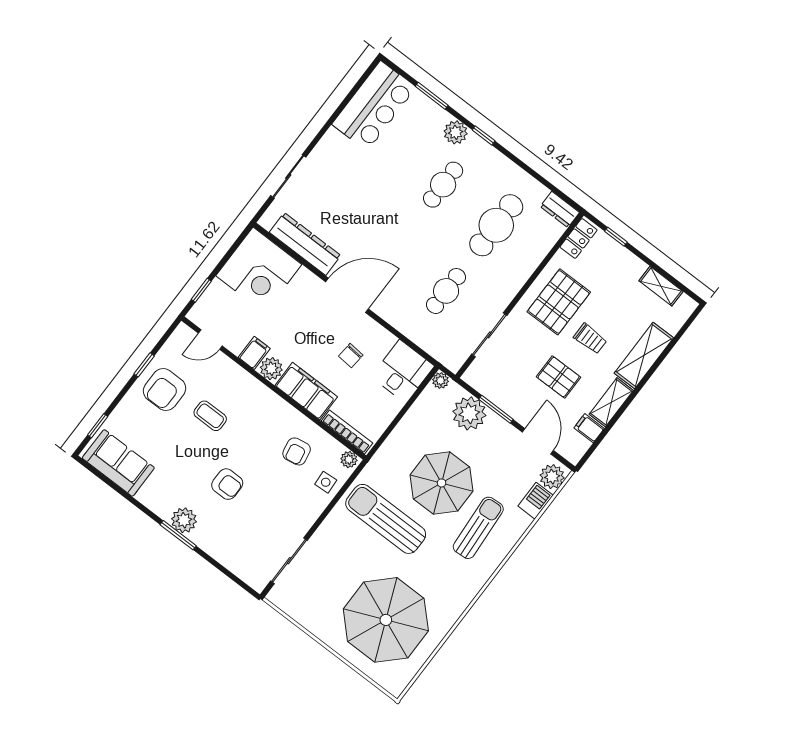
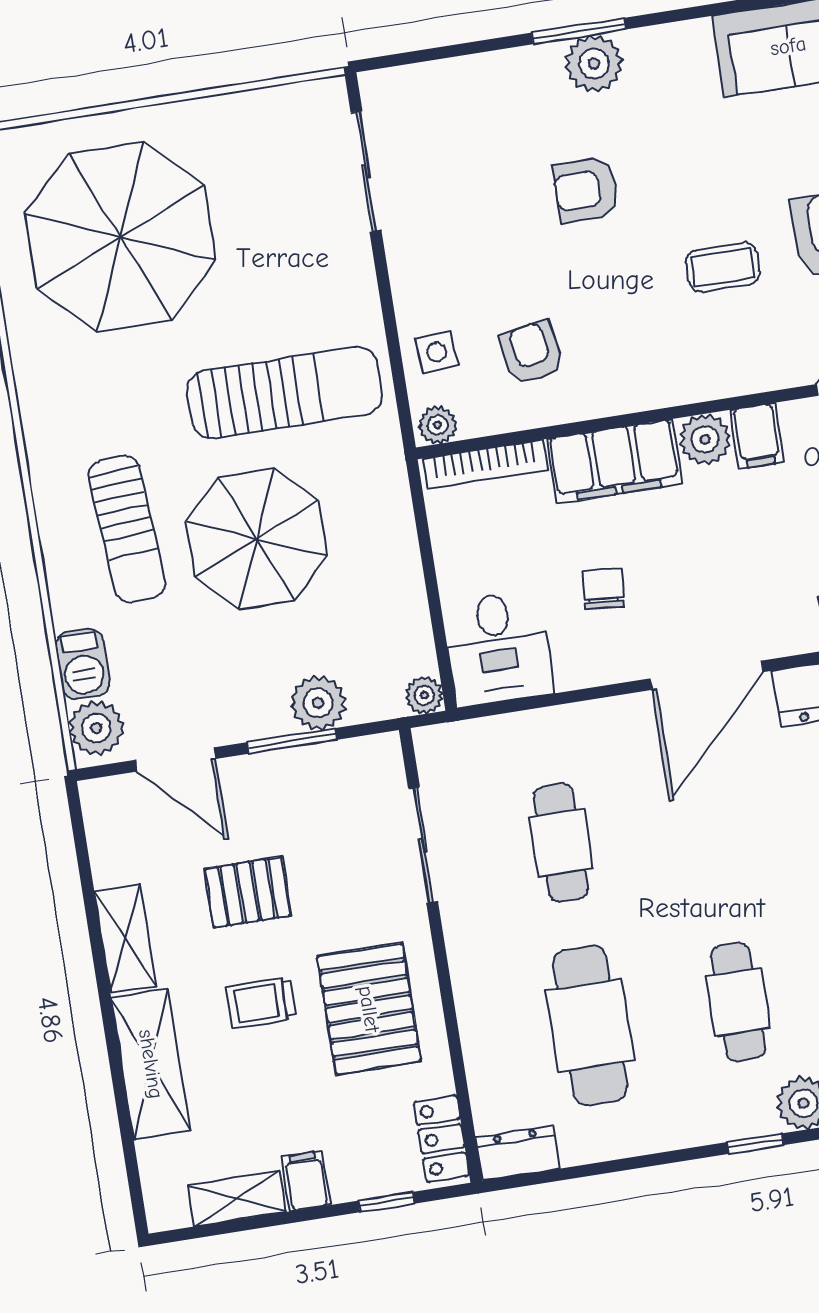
plant: (469, 413) -> (318, 703), width x0.73, depth x0.73
filing cabinet: (589, 428) -> (306, 1181), moved, turned -90

